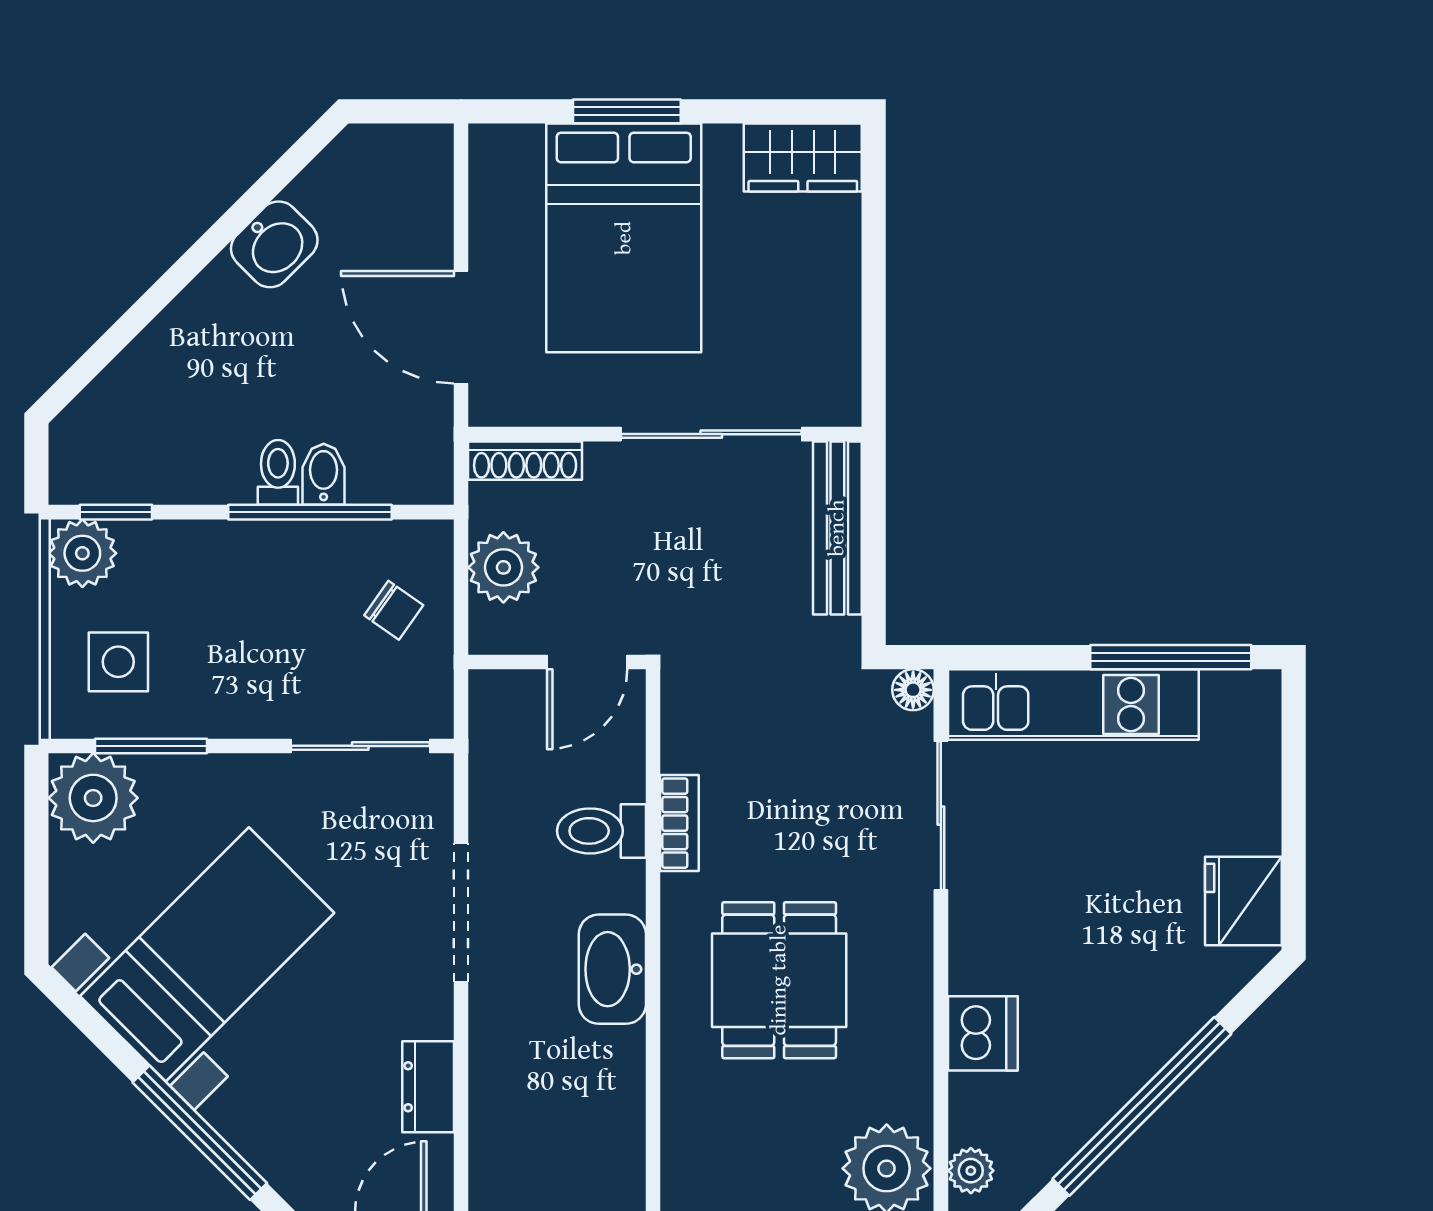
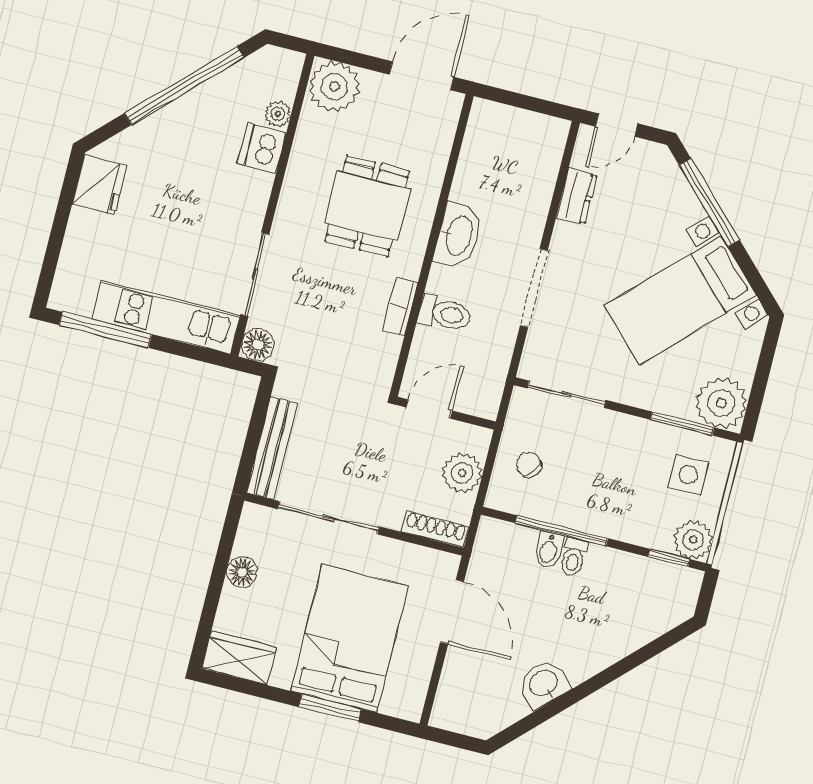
floor lamp: (835, 305) -> (242, 572), added
floor lamp: (913, 690) -> (258, 345), width x1.37, depth x1.37
plant: (971, 1171) -> (278, 114), moved

